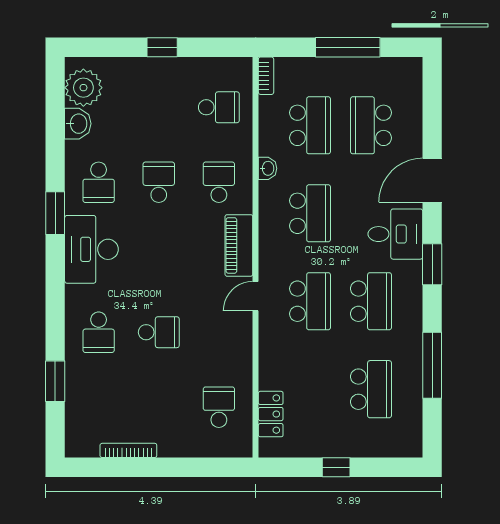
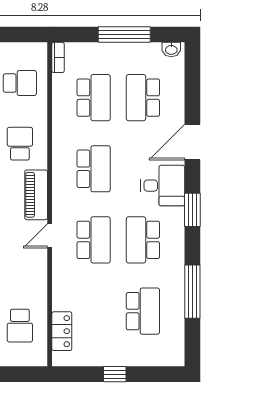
washbasin: (267, 168) -> (171, 50), moved, turned 90
school desk: (371, 301) -> (143, 240), turned 180
school desk: (219, 407) -> (20, 326), turned 180

